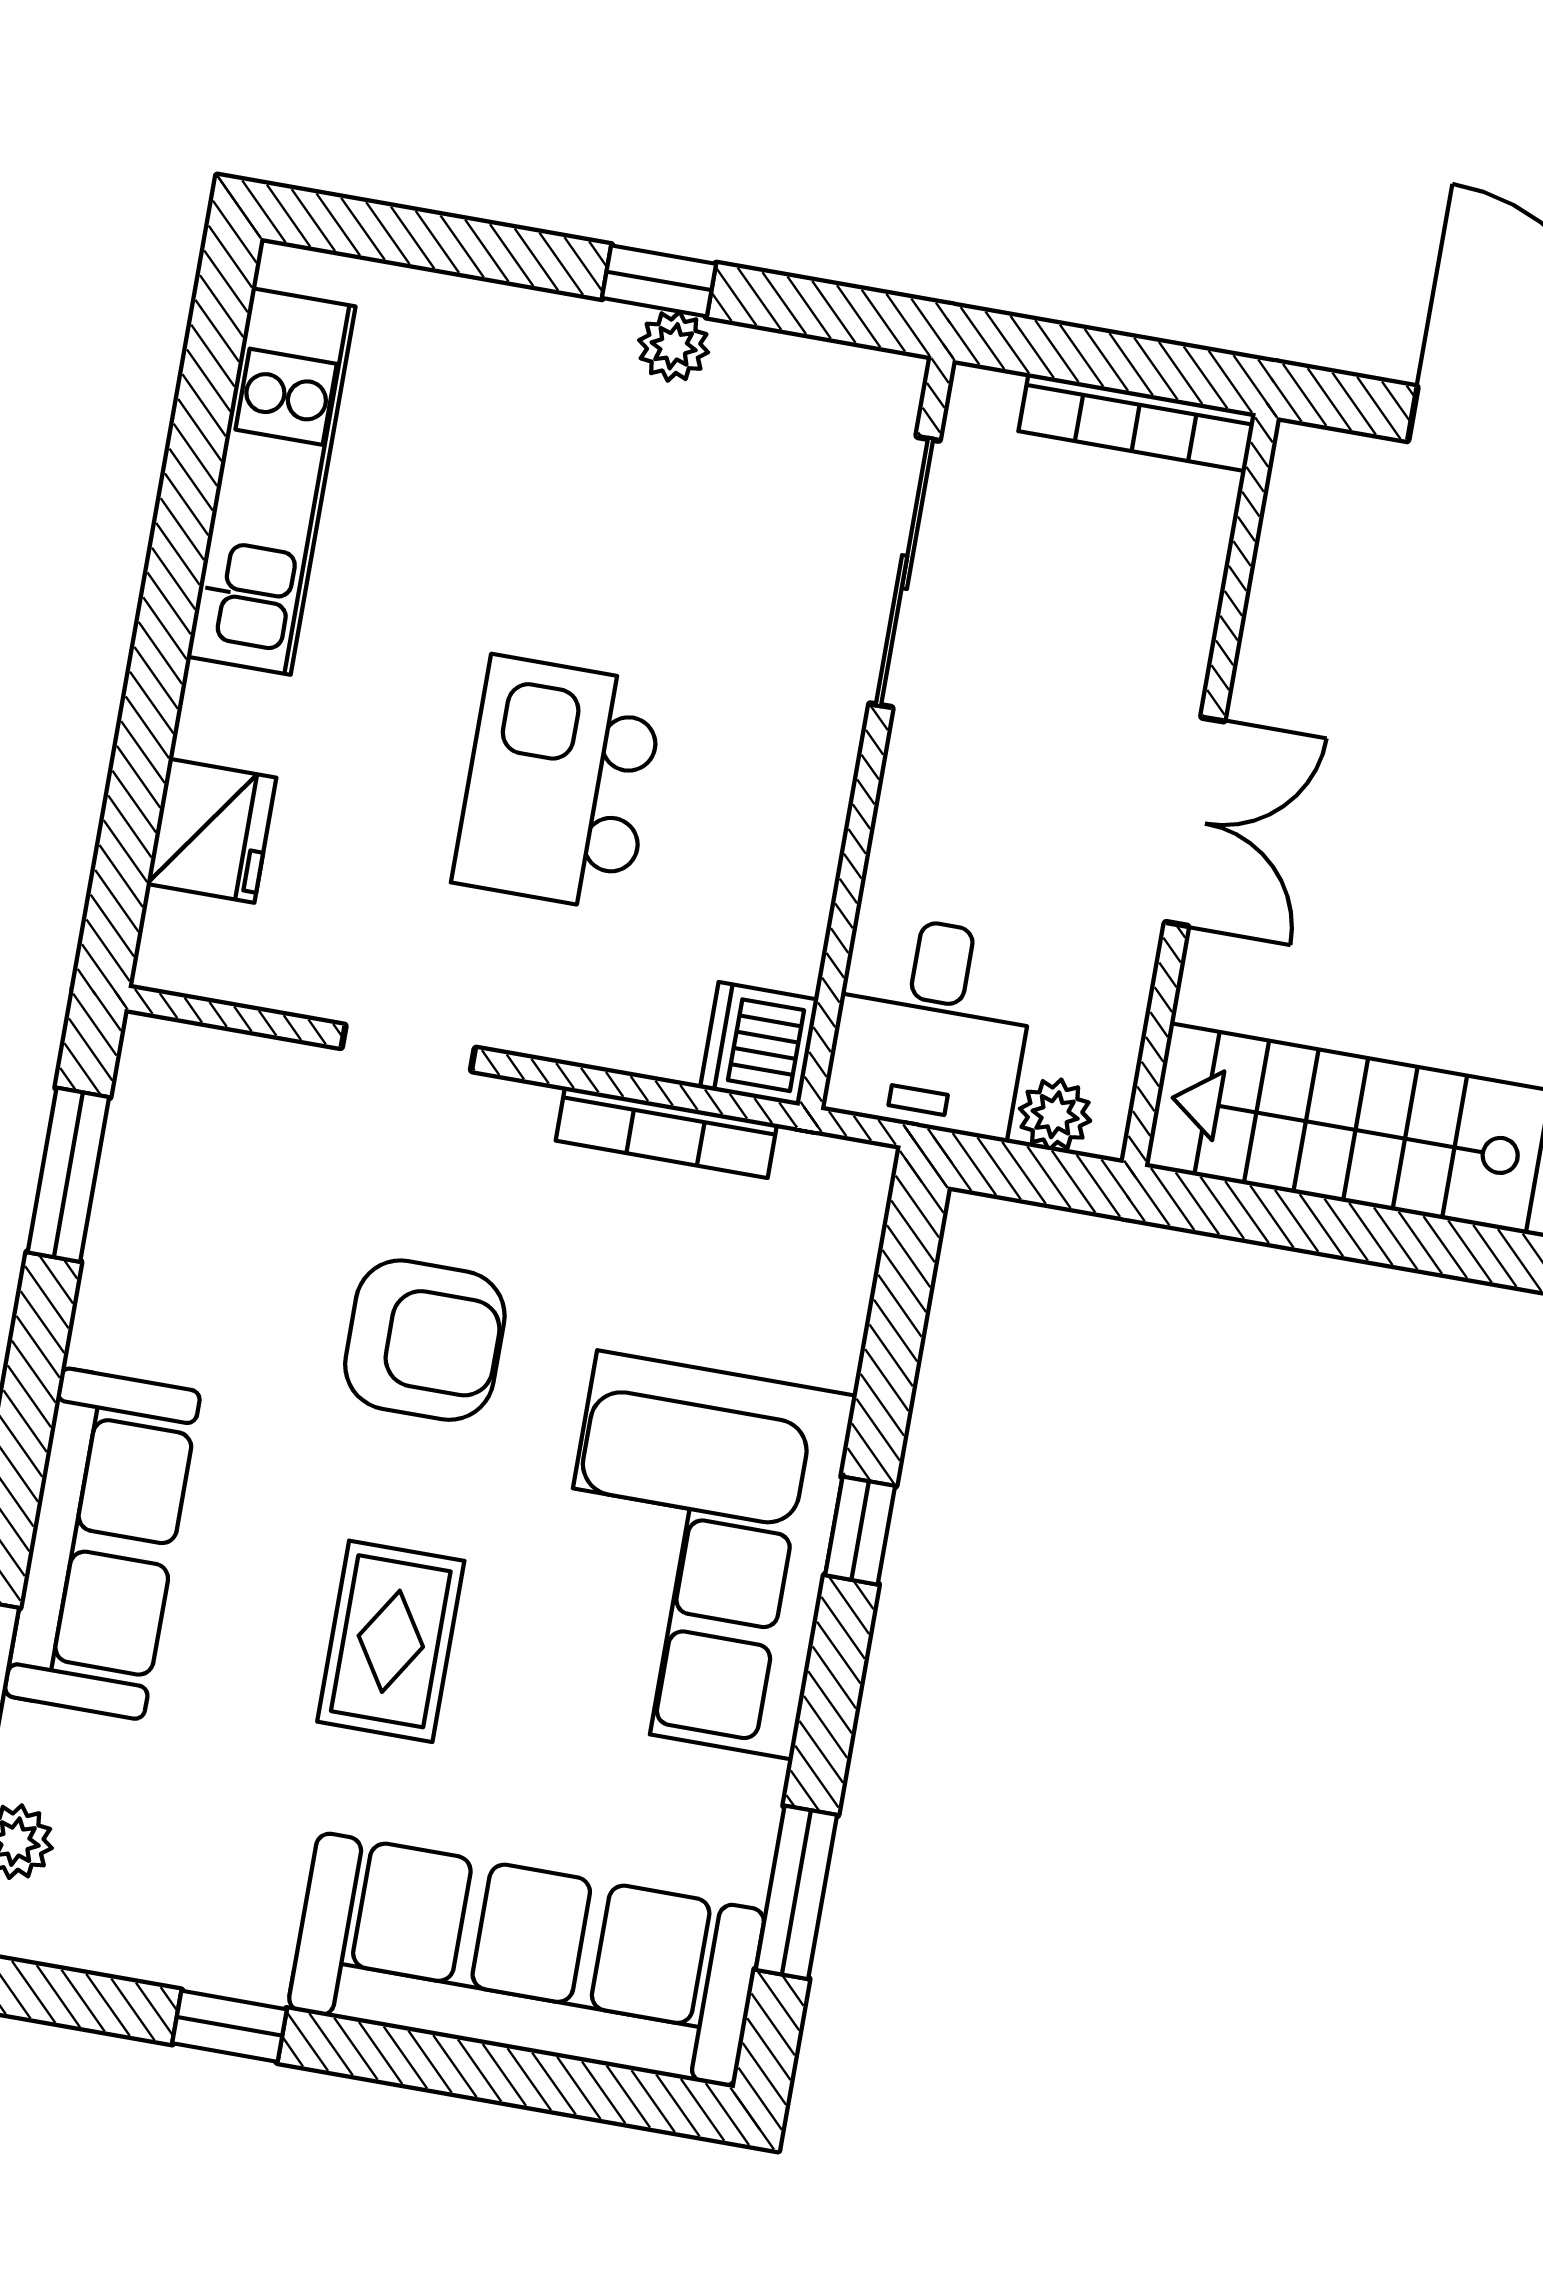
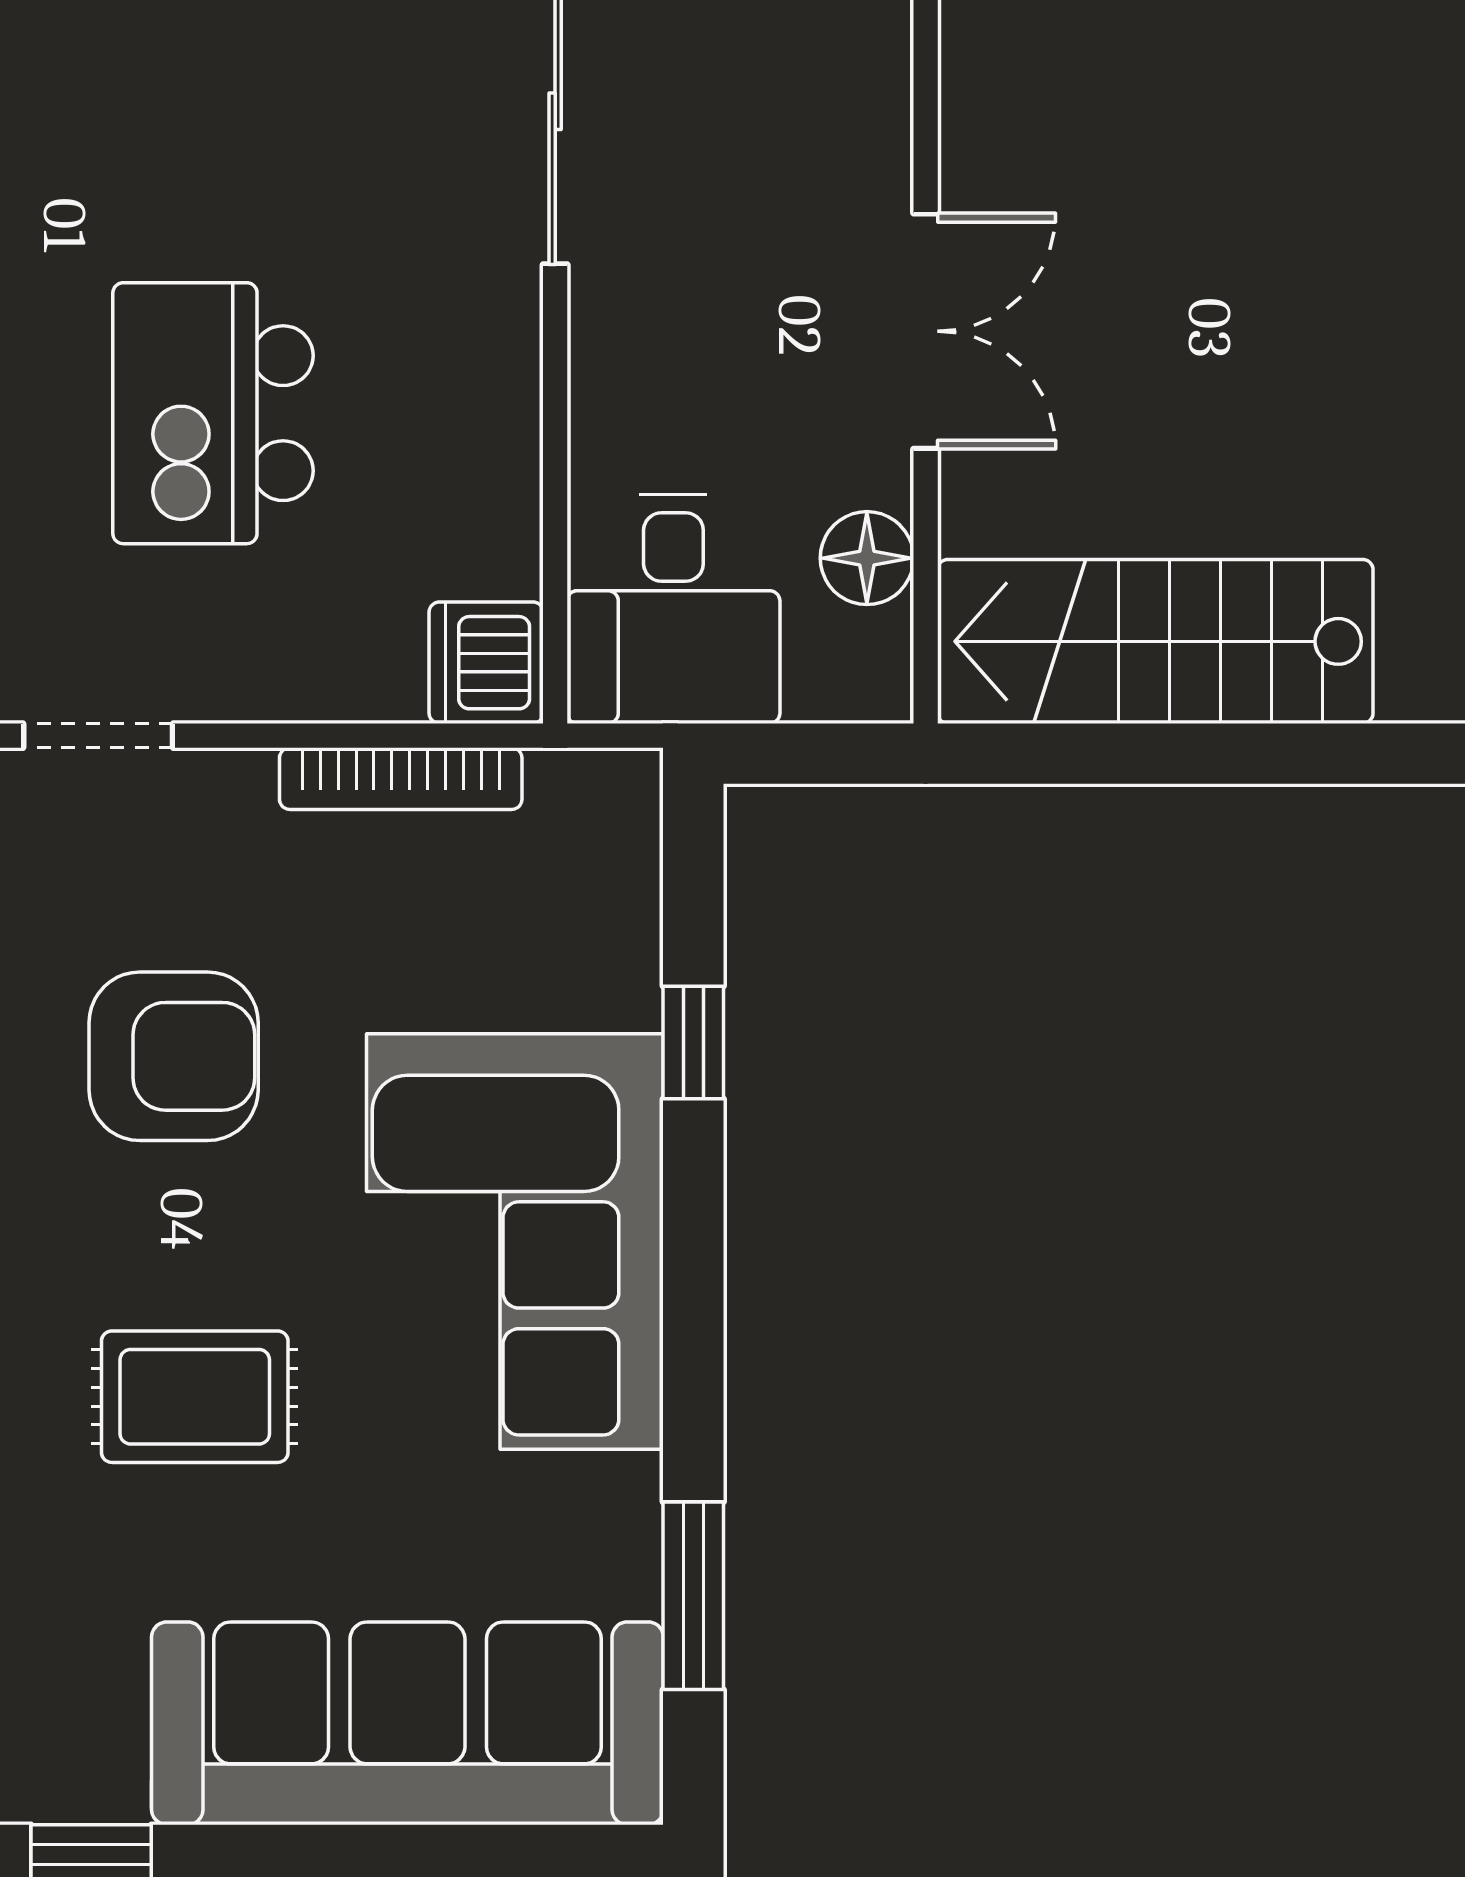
floor lamp: (1108, 1011) -> (867, 558), added
plant: (1055, 1115) -> (828, 683), removed
window: (860, 1531) -> (693, 1043), moved
rug: (391, 1641) -> (195, 1397), turned 90

